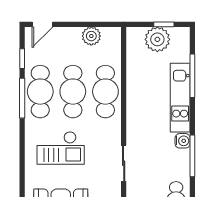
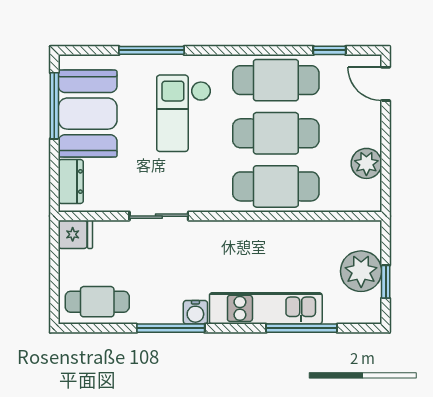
window: (22, 98) -> (152, 50), moved

